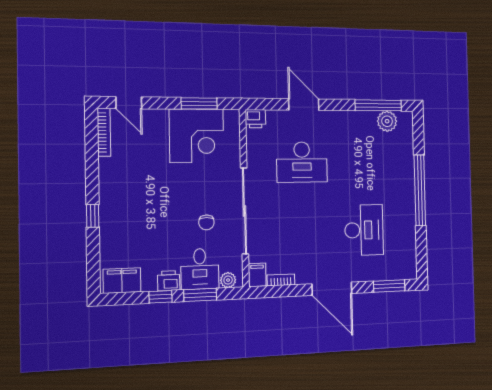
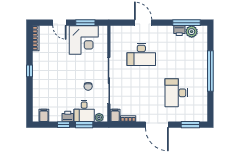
door: (129, 103) -> (59, 23), moved
printer: (255, 119) -> (179, 31), moved
window: (93, 216) -> (30, 71), moved
desk: (364, 230) -> (176, 93), turned 180
filing cabinet: (122, 281) -> (44, 115), width x0.50

